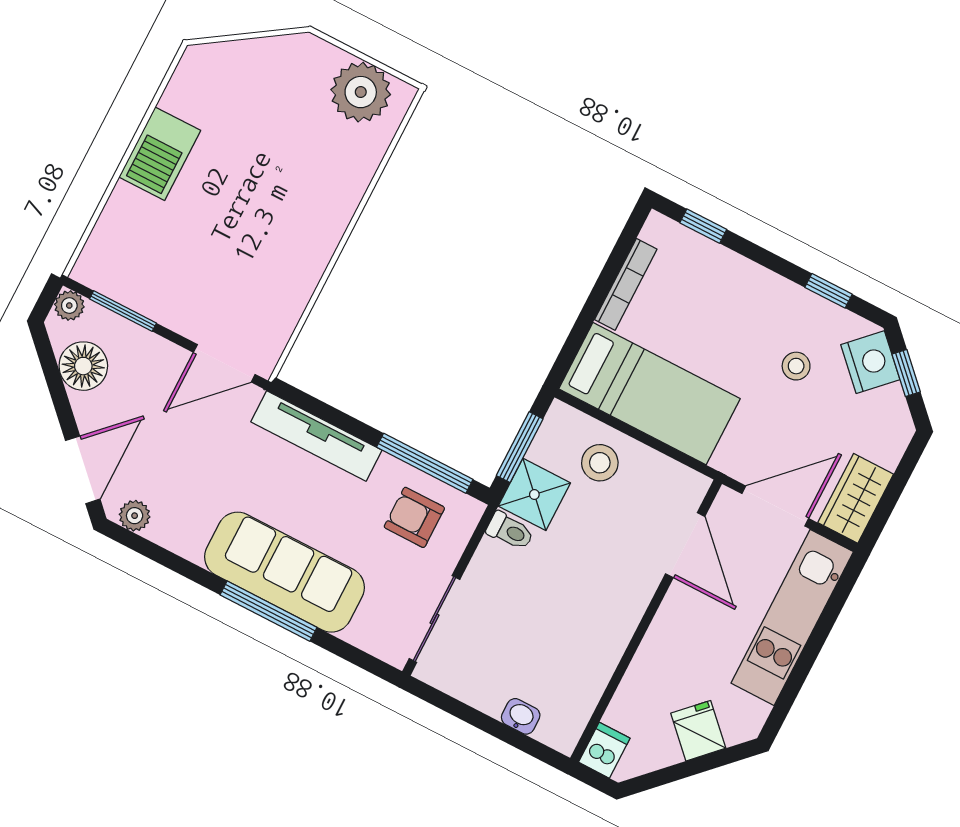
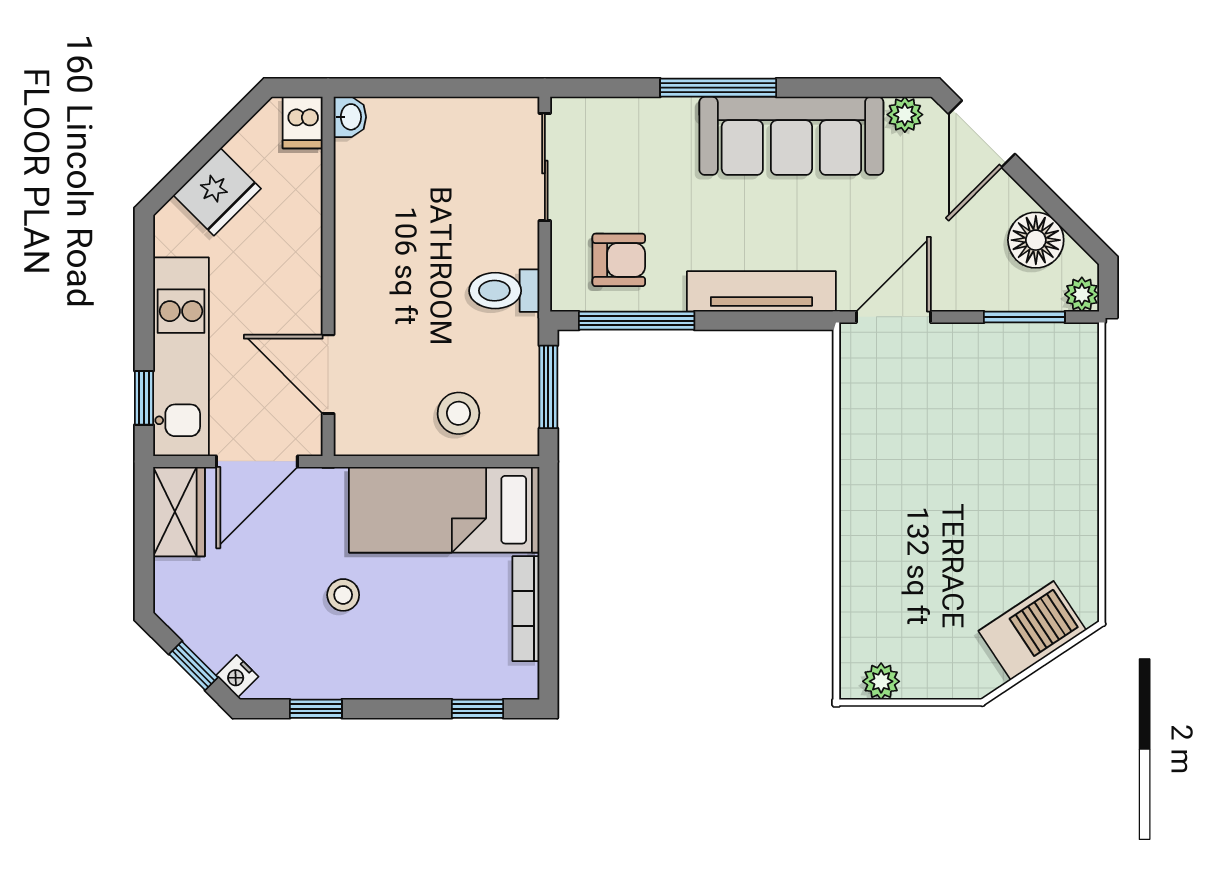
plant: (361, 92) -> (881, 681), width x0.53, depth x0.53
barbecue: (160, 154) -> (1032, 630), moved, turned 56
nightstand: (870, 362) -> (237, 676), width x0.53, depth x0.56
stool: (796, 366) -> (343, 595), moved
shower: (534, 494) -> (509, 346), removed
toilet: (510, 531) -> (504, 291), width x1.37, depth x1.39
sofa: (284, 572) -> (791, 136), moved
window: (837, 600) -> (144, 398), added
washbasin: (521, 716) -> (350, 117), moved, turned -90
fridge: (698, 731) -> (217, 192), width x1.38

